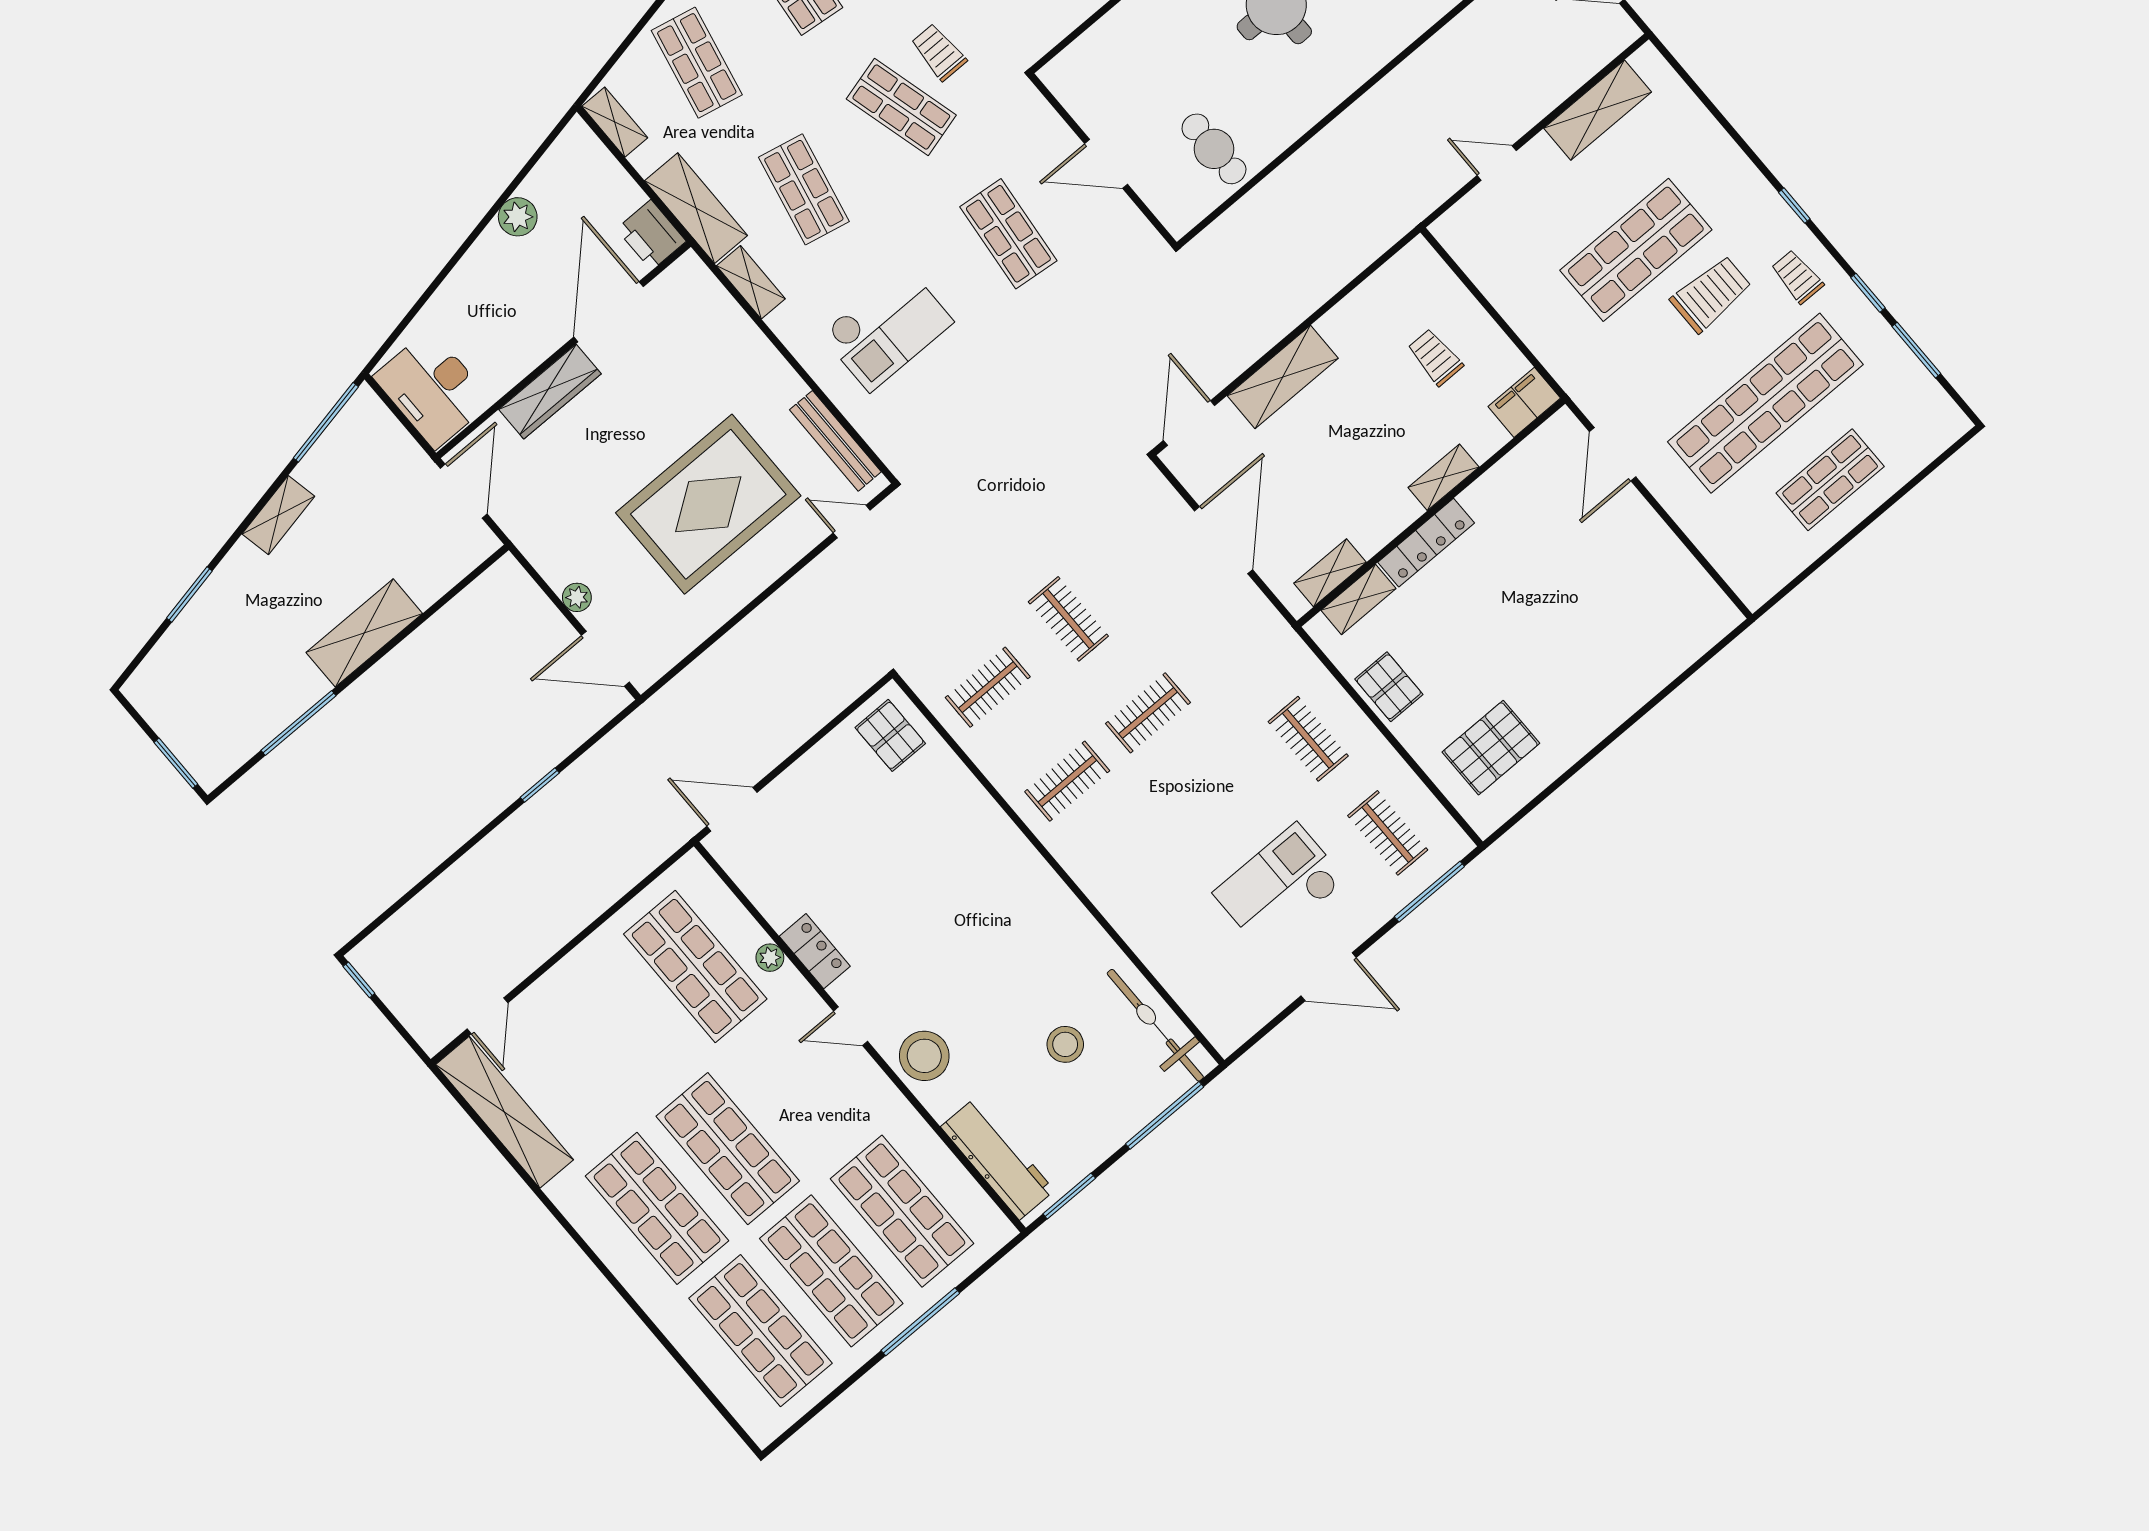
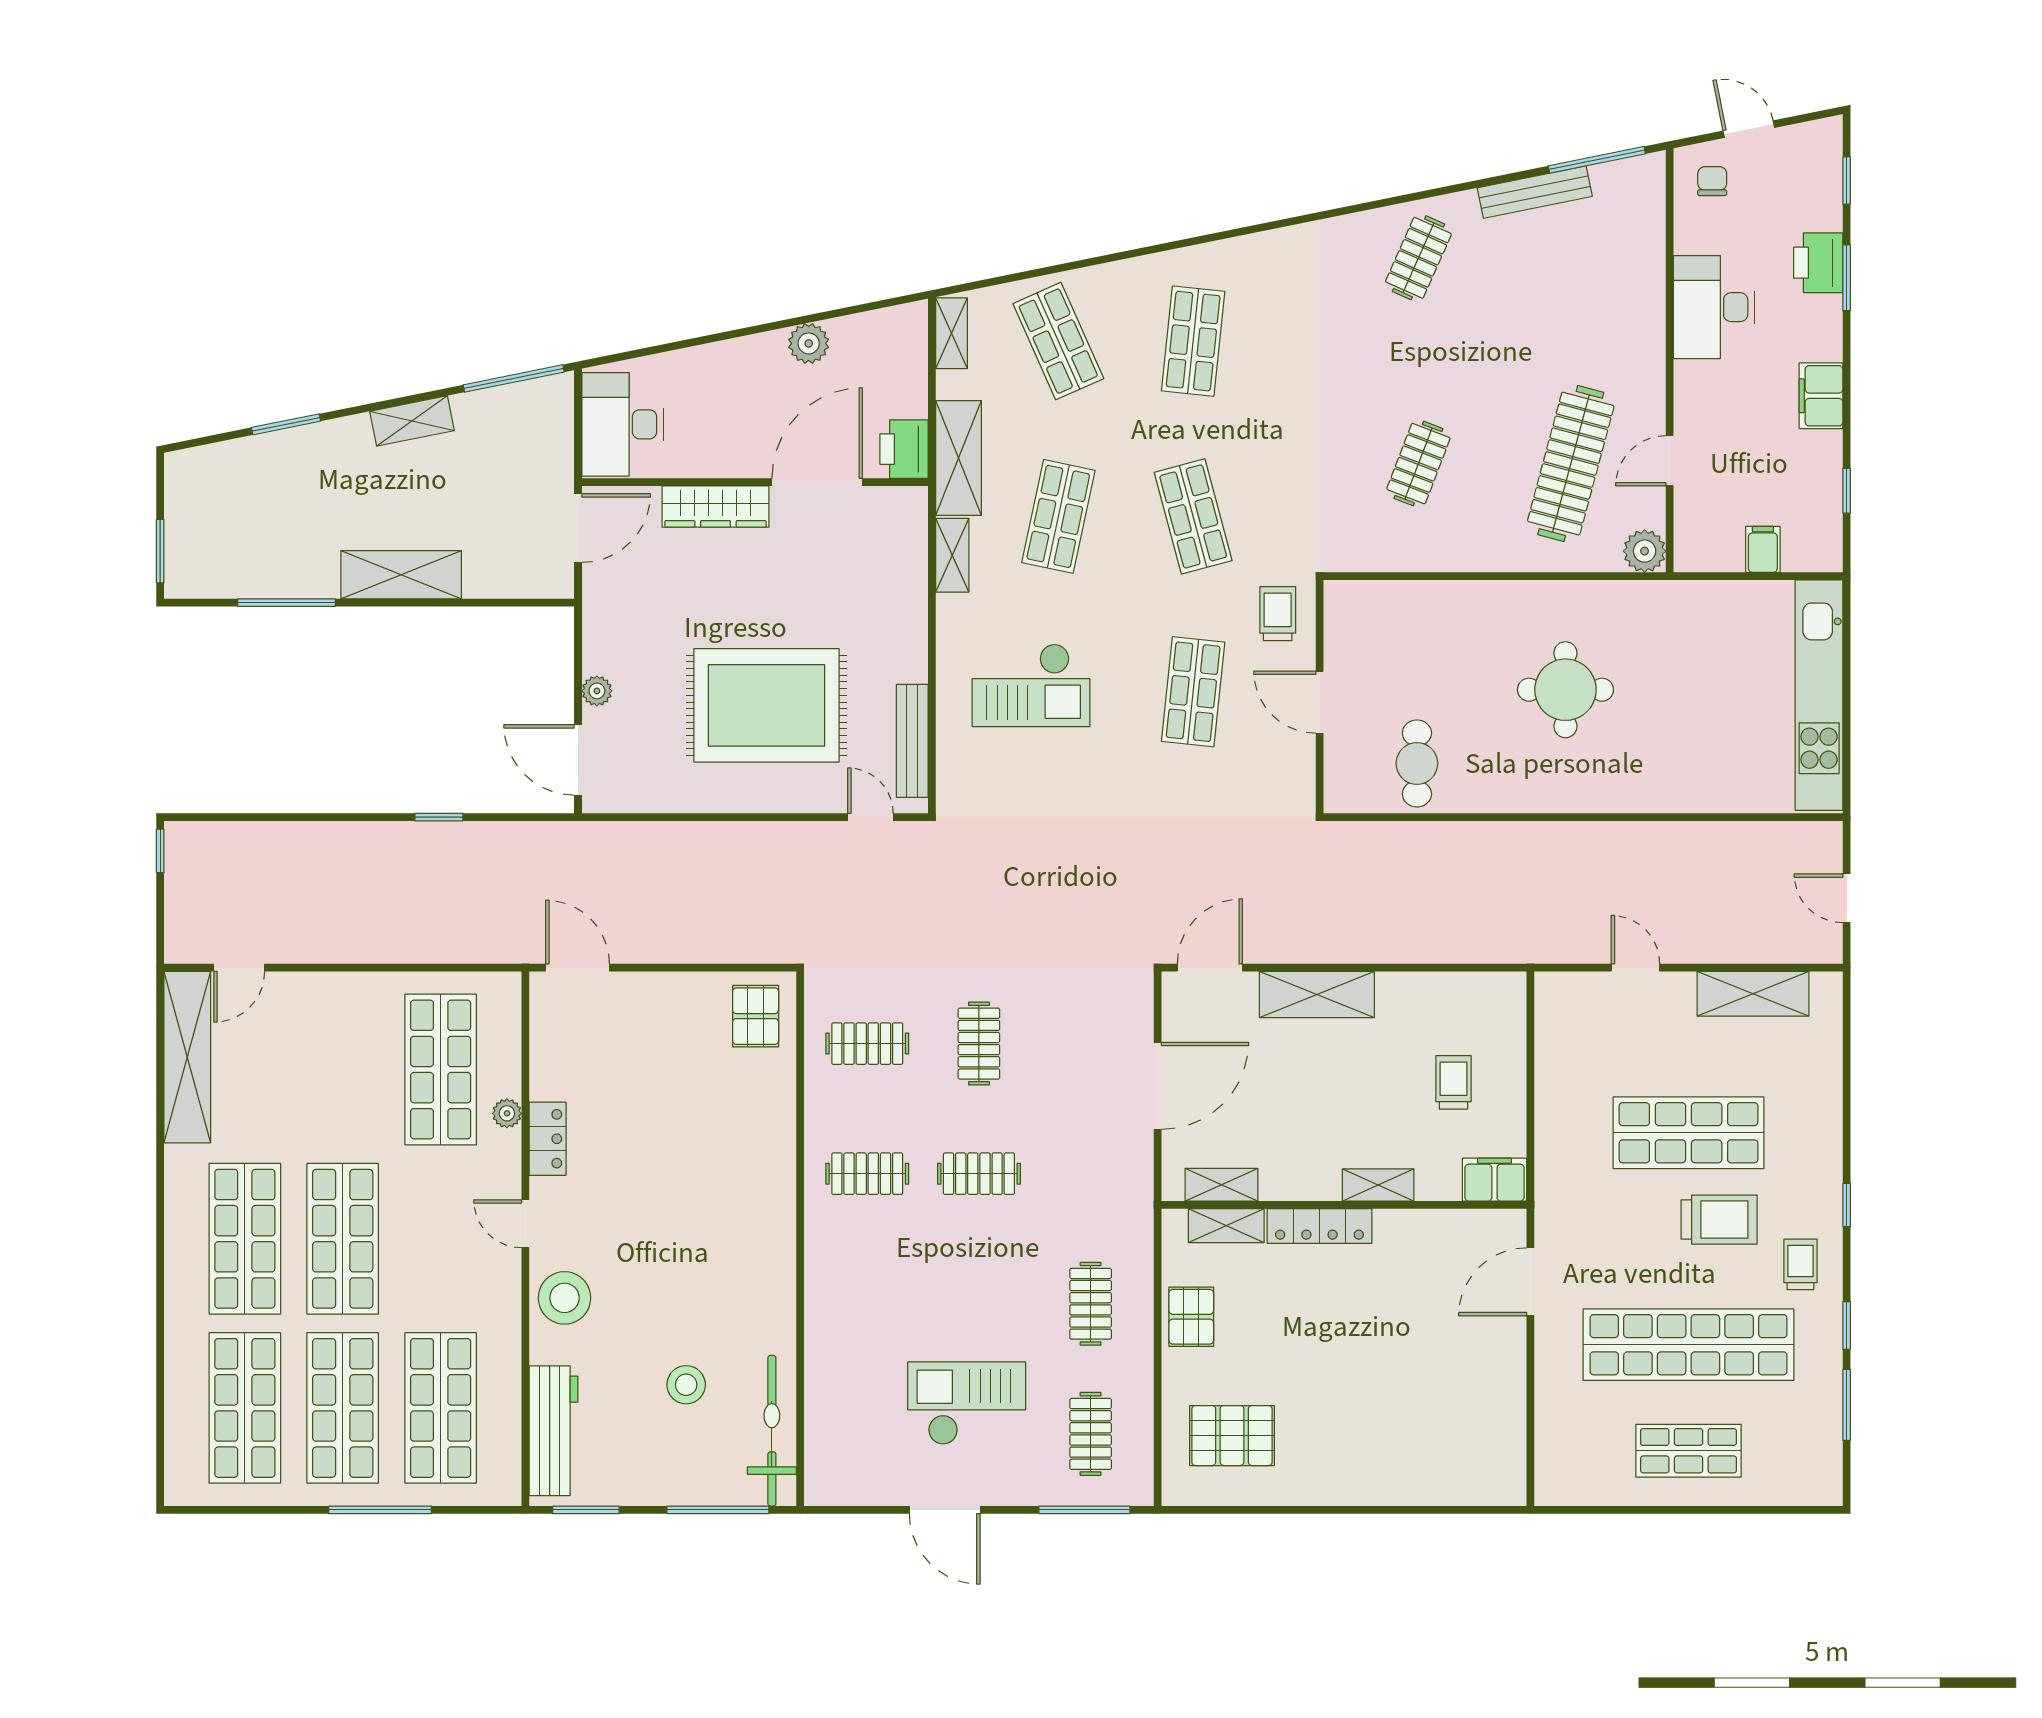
trolley: (939, 52) -> (1278, 614), moved
shop shelf: (697, 63) -> (1058, 341), turned -36

